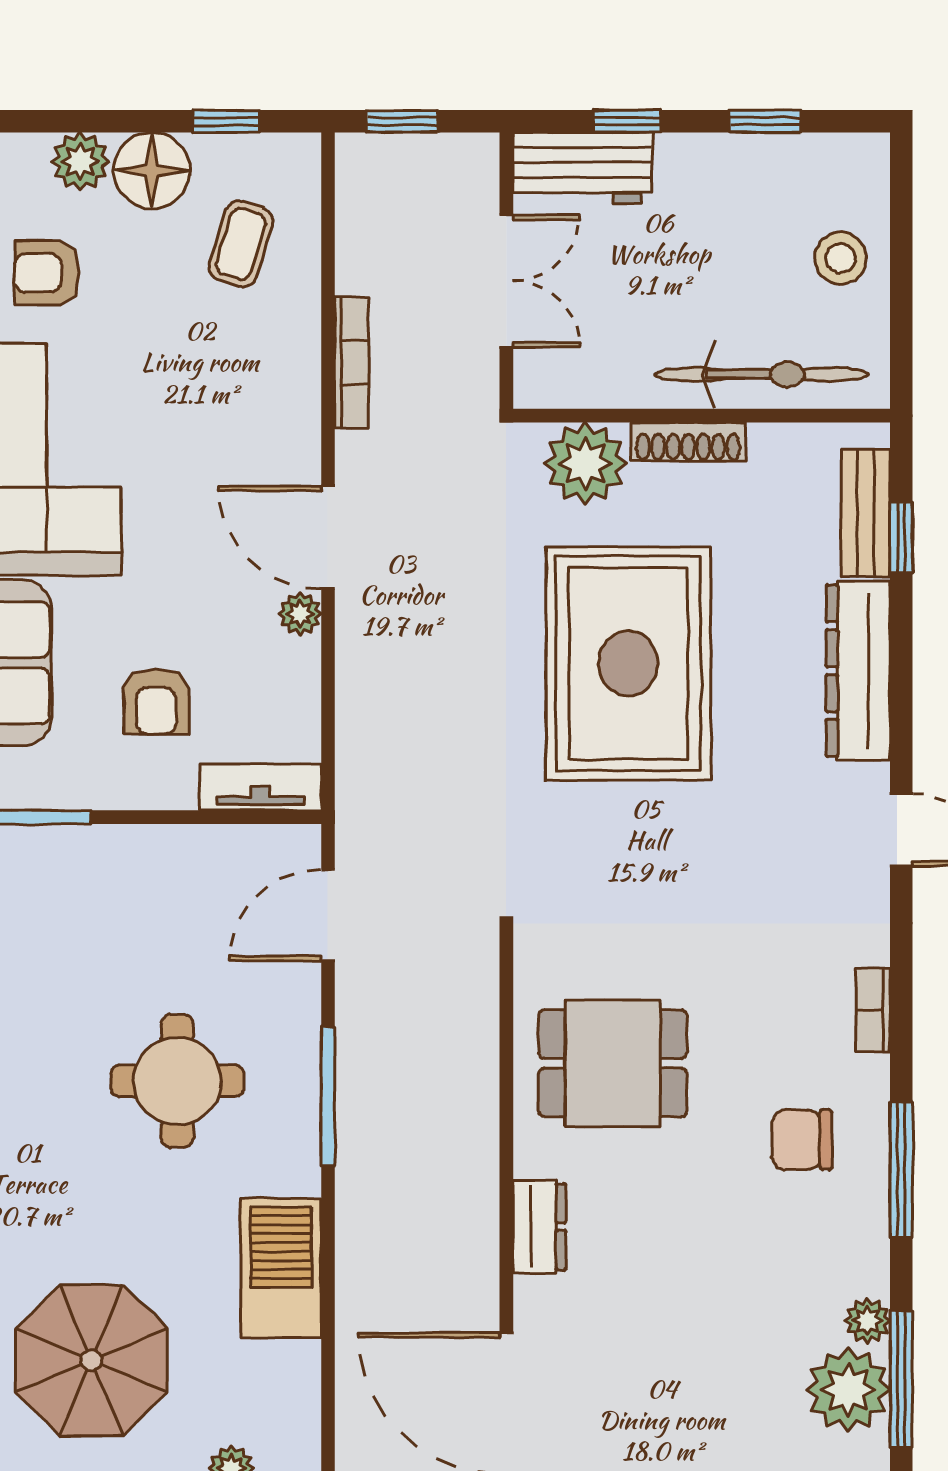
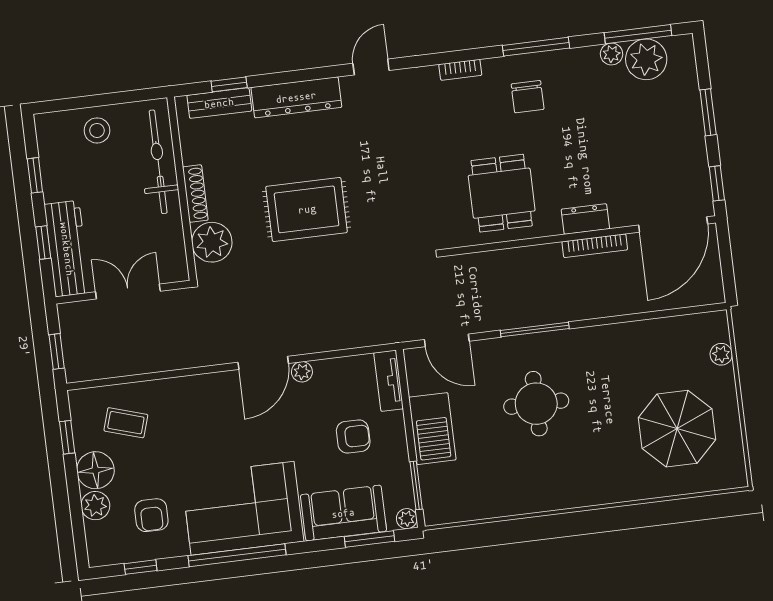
workbench: (583, 168) -> (67, 249), width x1.38
bookcase: (351, 363) -> (595, 246), moved, turned 180
rug: (628, 663) -> (307, 209), width x0.73, depth x0.69
barbecue: (281, 1268) -> (432, 429), moved, turned -90

